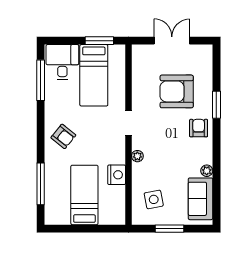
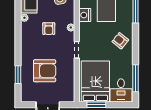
bed: (94, 75) -> (95, 82), width x1.50
window: (216, 105) -> (18, 75), moved
armchair: (199, 128) -> (49, 29), moved

